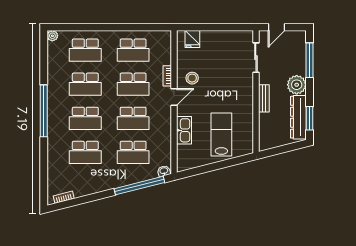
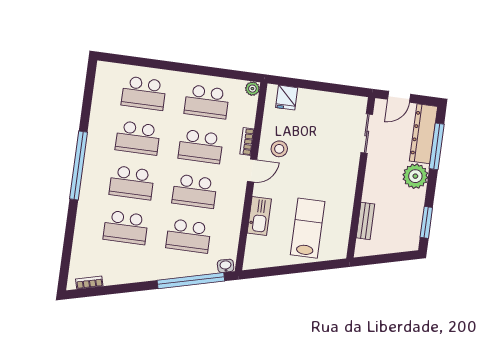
plant: (52, 36) -> (252, 89), moved
bench: (264, 98) -> (365, 221), moved
dresser: (298, 117) -> (423, 134), moved

